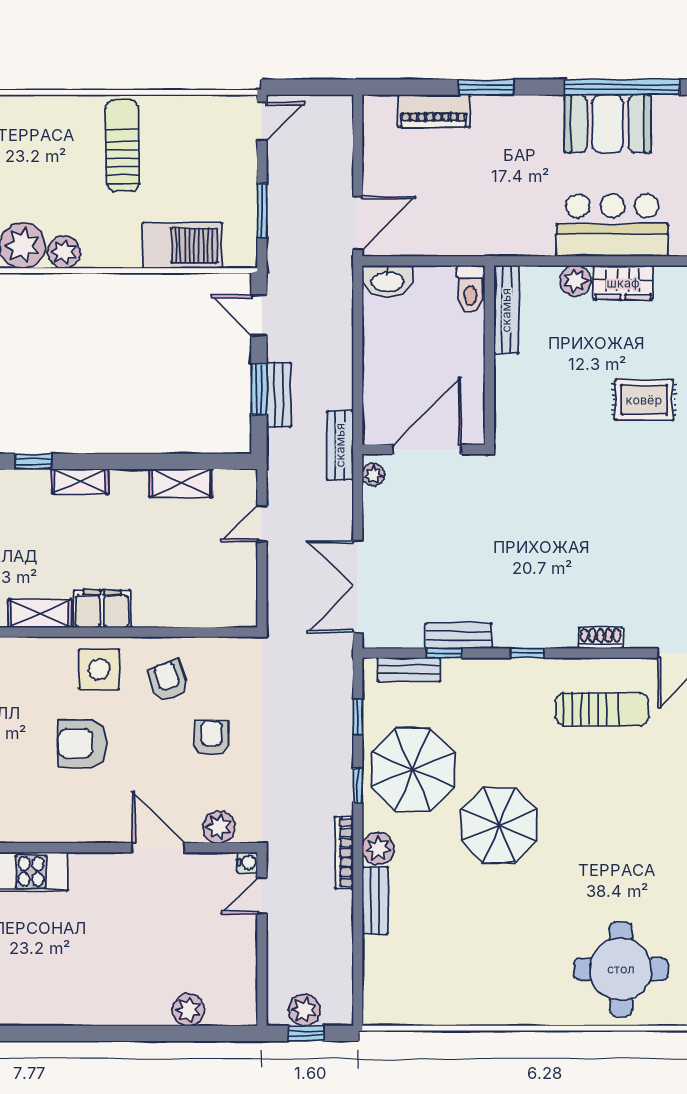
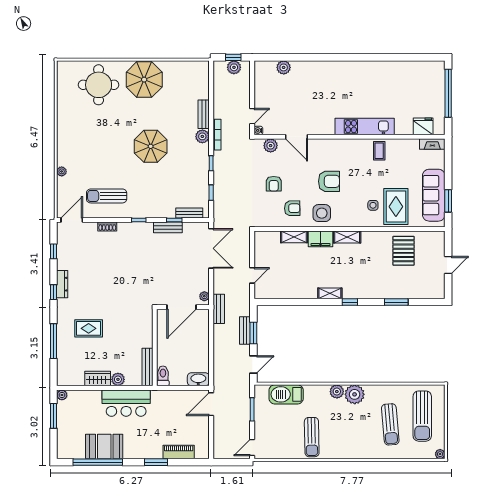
bar counter: (612, 225) -> (126, 403), moved
door: (259, 316) -> (253, 364), hinge flipped
shelving: (181, 483) -> (294, 237), moved
armchair: (168, 681) -> (292, 208), turned -72
parasol: (413, 770) -> (144, 80), moved

